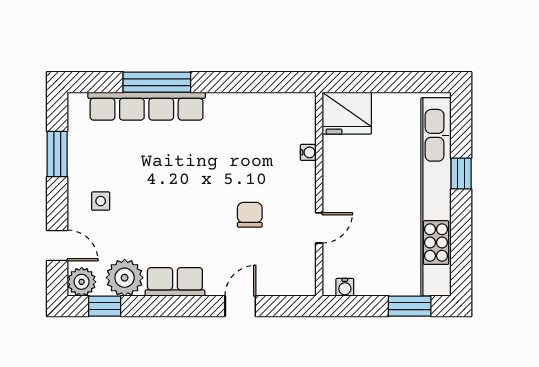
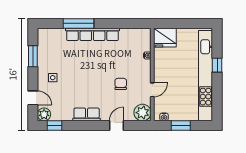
row of seats: (147, 106) -> (92, 34), moved
plant: (125, 278) -> (143, 113), moved
window: (410, 306) -> (181, 126), moved

